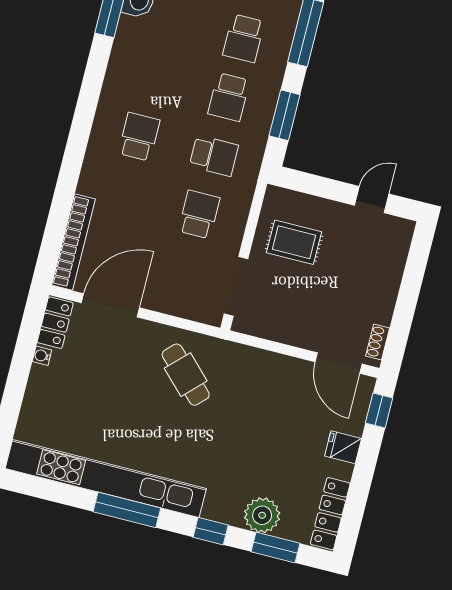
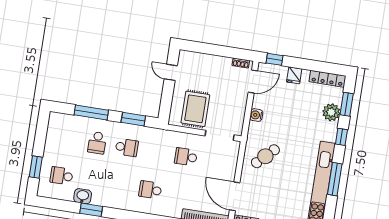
school desk: (244, 38) -> (97, 143), turned 90
school desk: (214, 156) -> (156, 152), removed
rug: (294, 242) -> (195, 109), width x1.36, depth x1.43
water cooler: (270, 364) -> (256, 115), added

